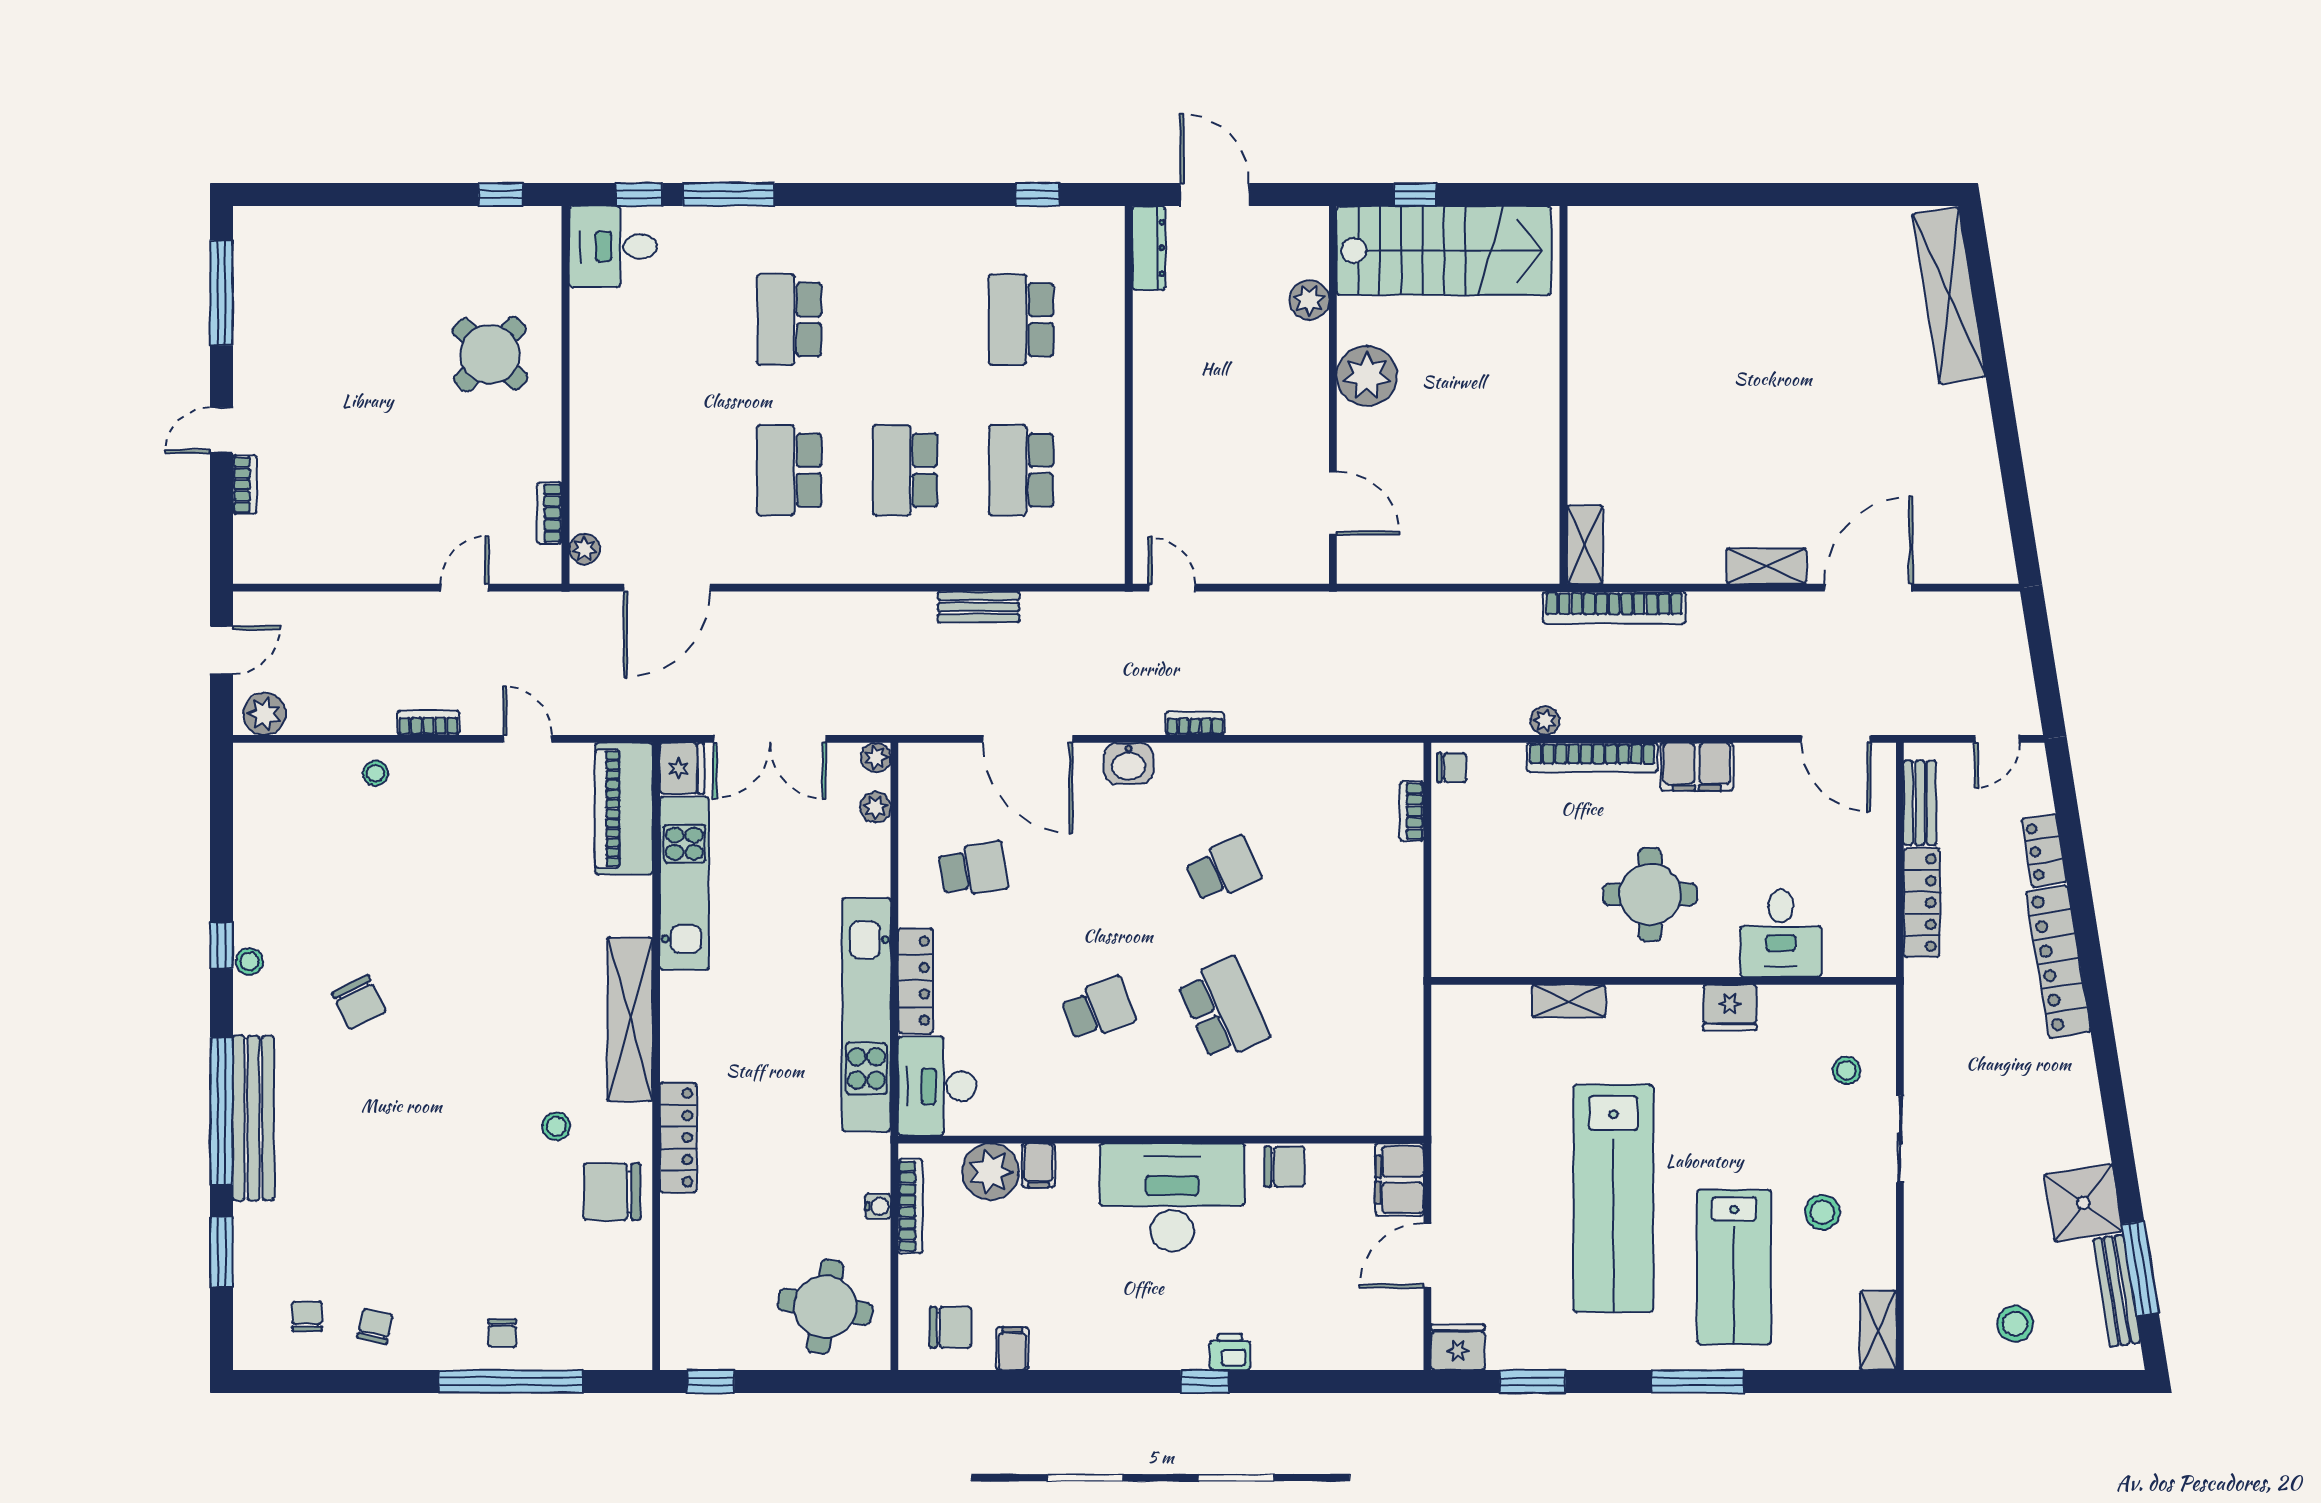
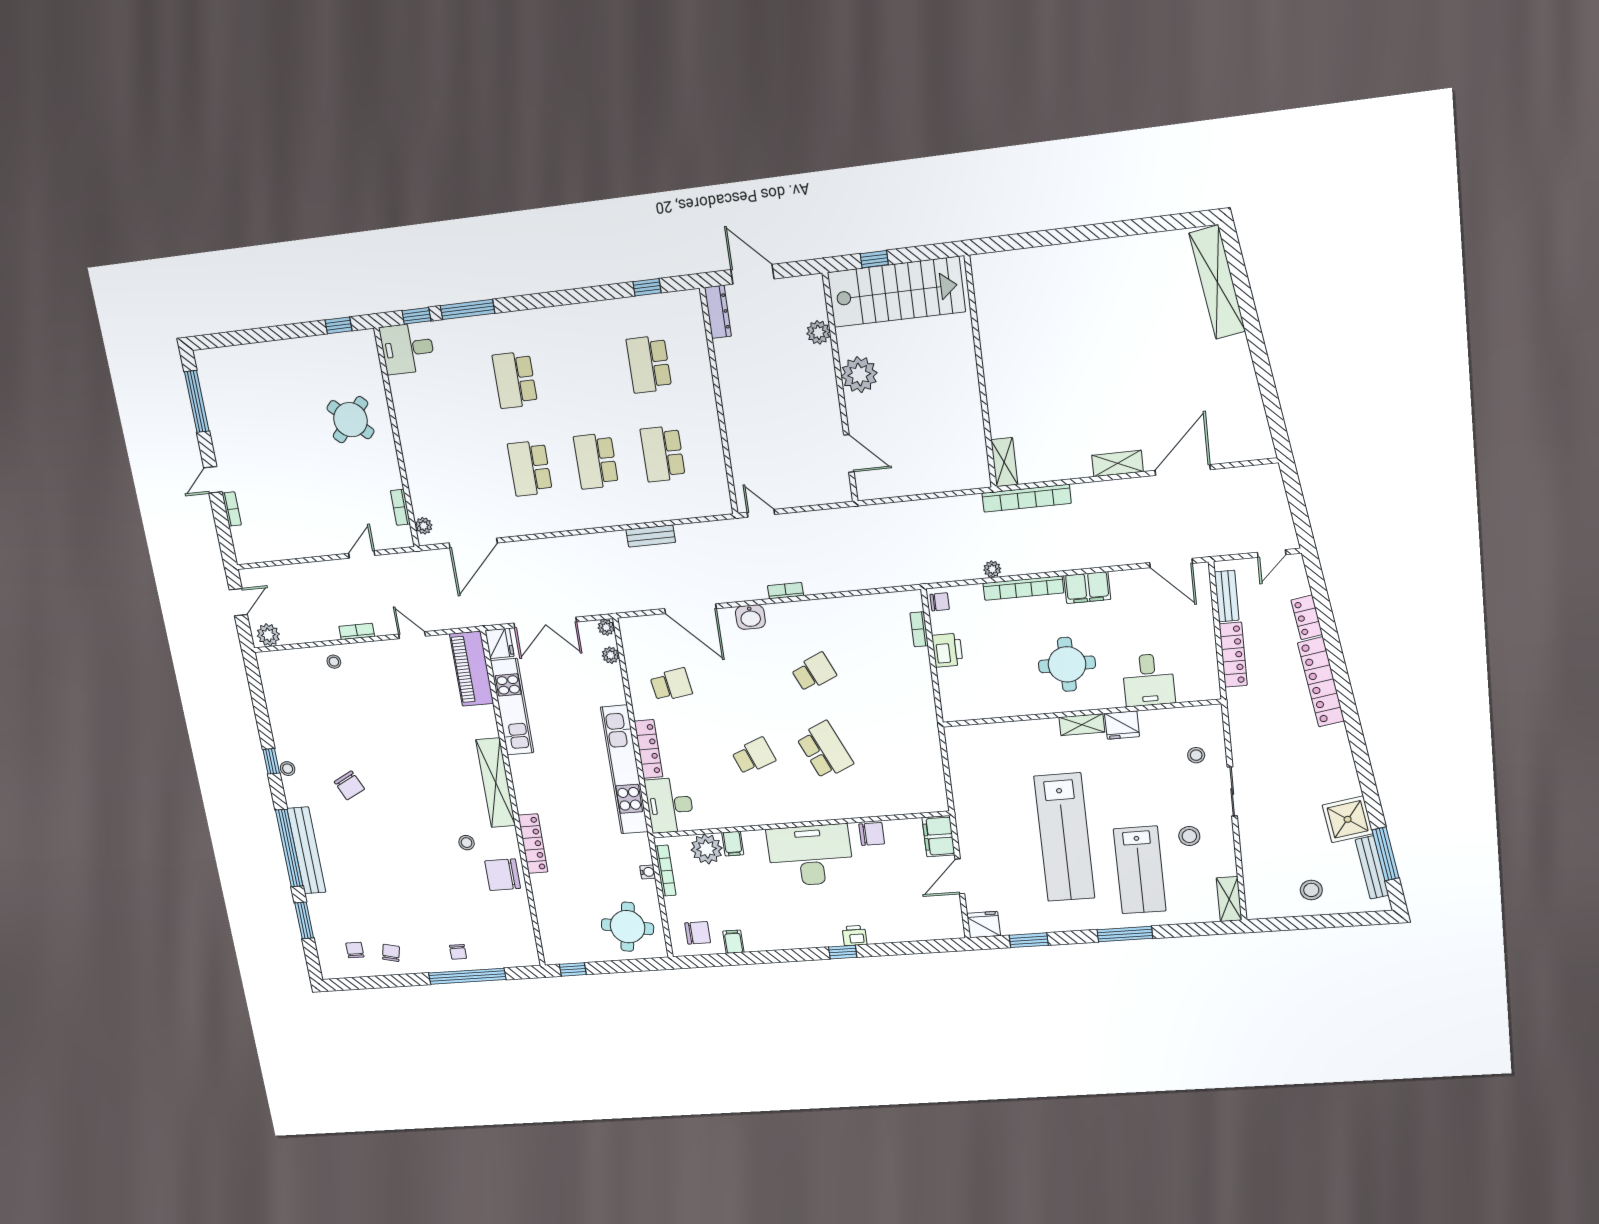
printer: (1454, 852) -> (947, 650), added
shelving: (1569, 1001) -> (1082, 725), moved

